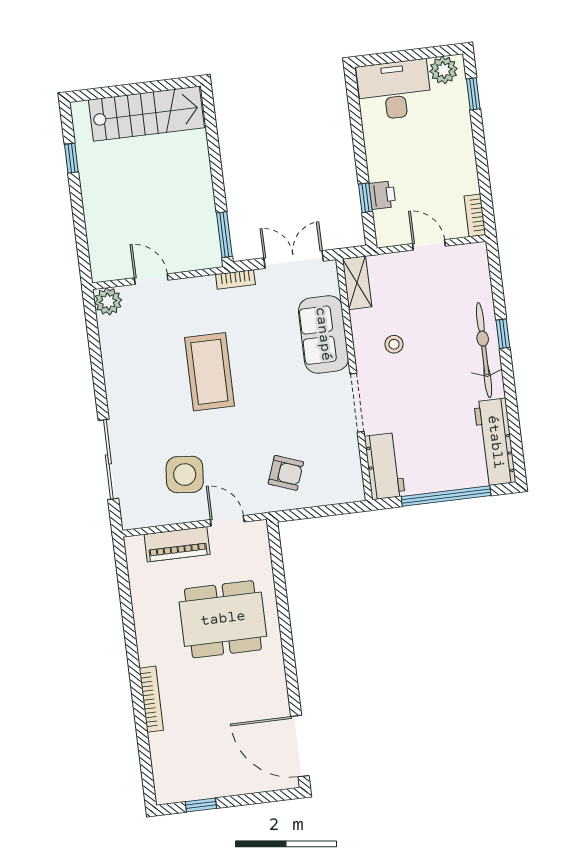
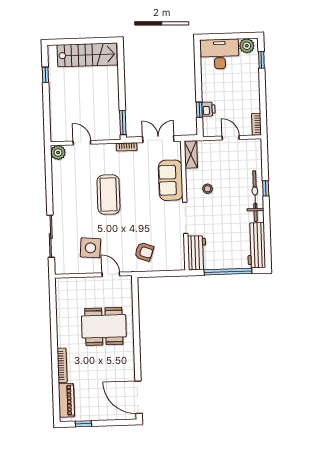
piano: (177, 544) -> (66, 400), moved, turned -90

